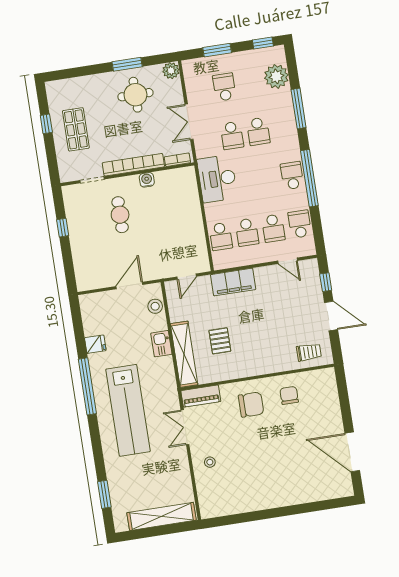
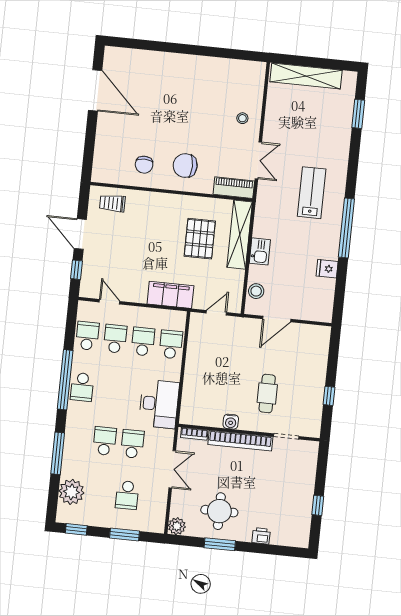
printer: (91, 82) -> (261, 536), added
shop shelf: (76, 129) -> (289, 492), removed
school desk: (300, 224) -> (87, 336), turned 180
pallet: (220, 341) -> (200, 239), width x1.50, depth x1.42
lab bench: (128, 410) -> (312, 193), width x0.54, depth x0.72

